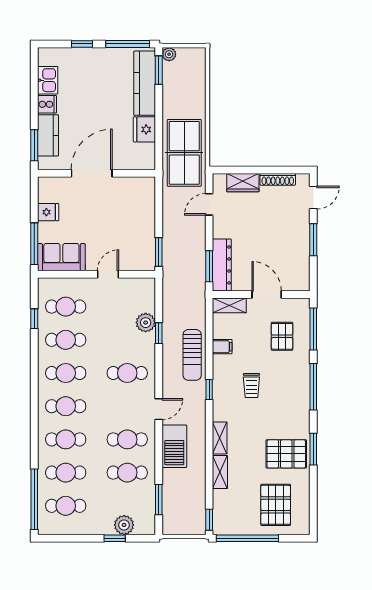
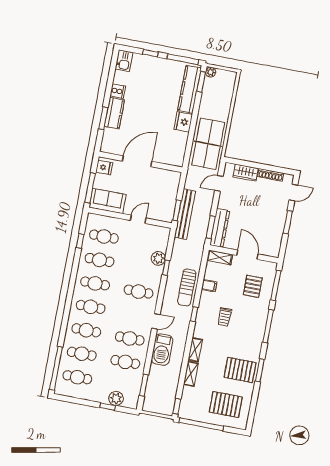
kitchen sink: (48, 80) -> (124, 61), moved
door: (92, 173) -> (137, 161), moved
wall: (96, 173) -> (141, 162), moved
bench: (171, 255) -> (185, 214), added
pallet: (276, 505) -> (226, 404), turned 90

